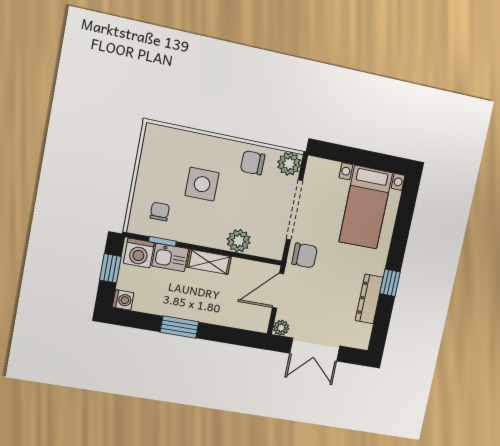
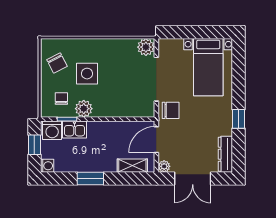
chair: (253, 163) -> (57, 63), moved, turned -117
plant: (239, 241) -> (84, 109), moved
shelving: (209, 262) -> (132, 166), moved
dresser: (369, 299) -> (225, 154), moved

